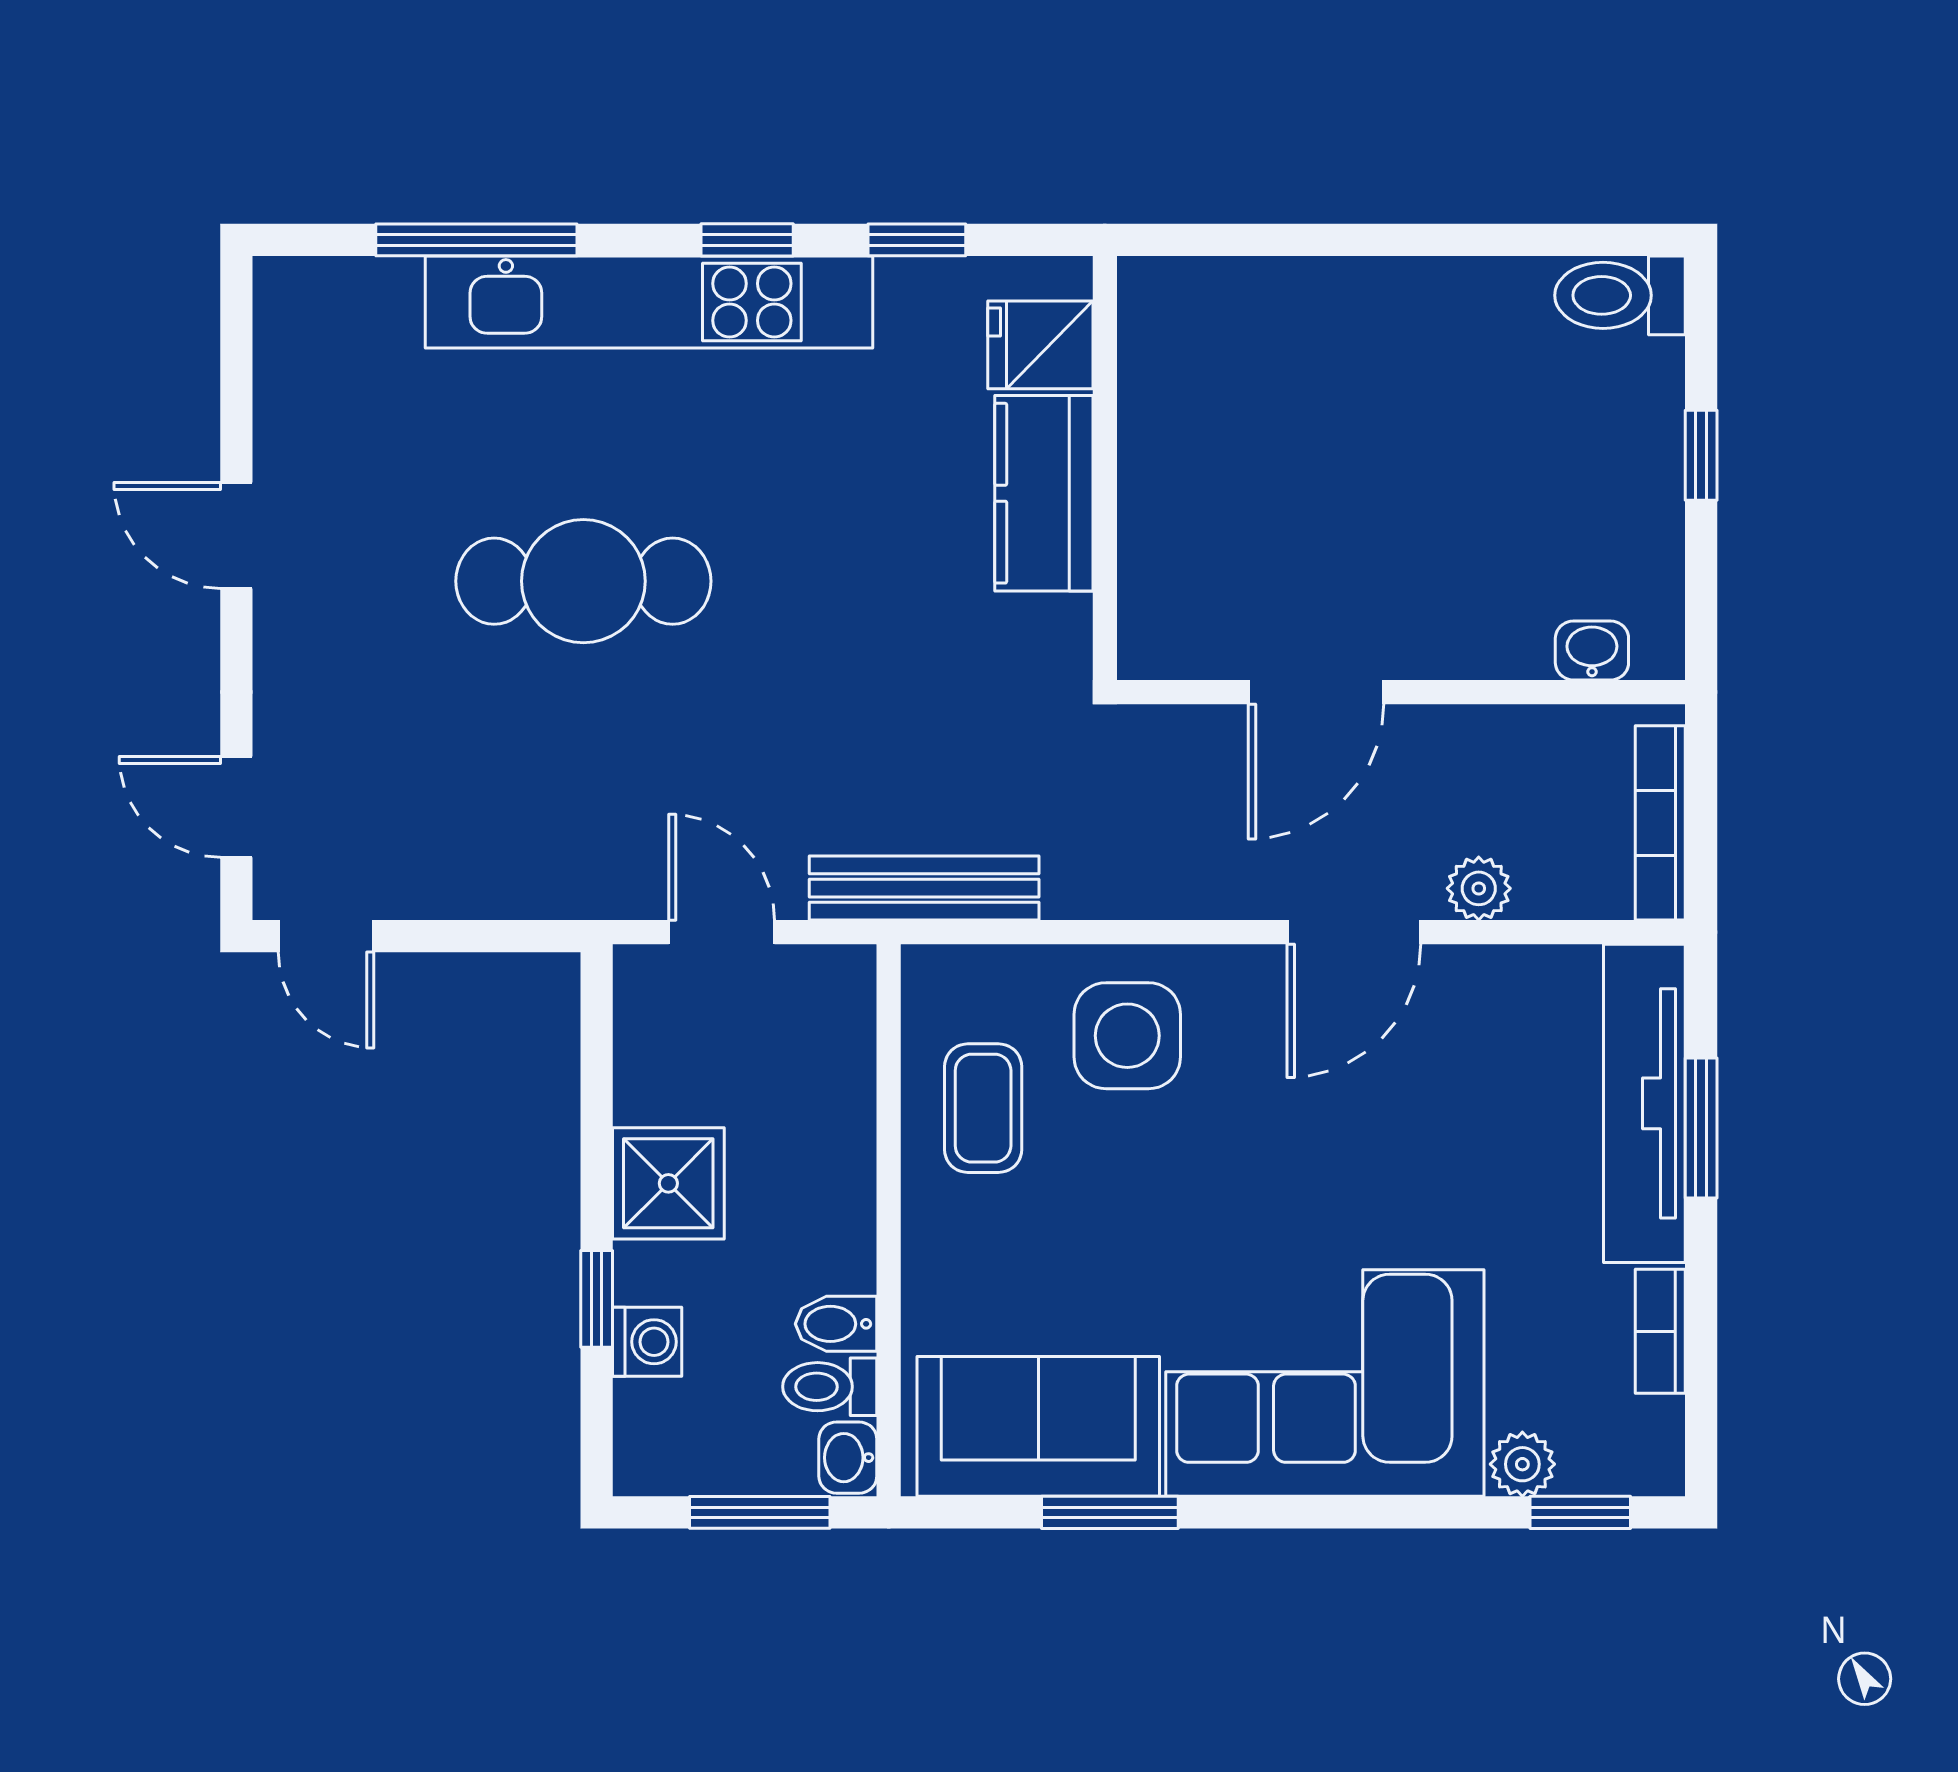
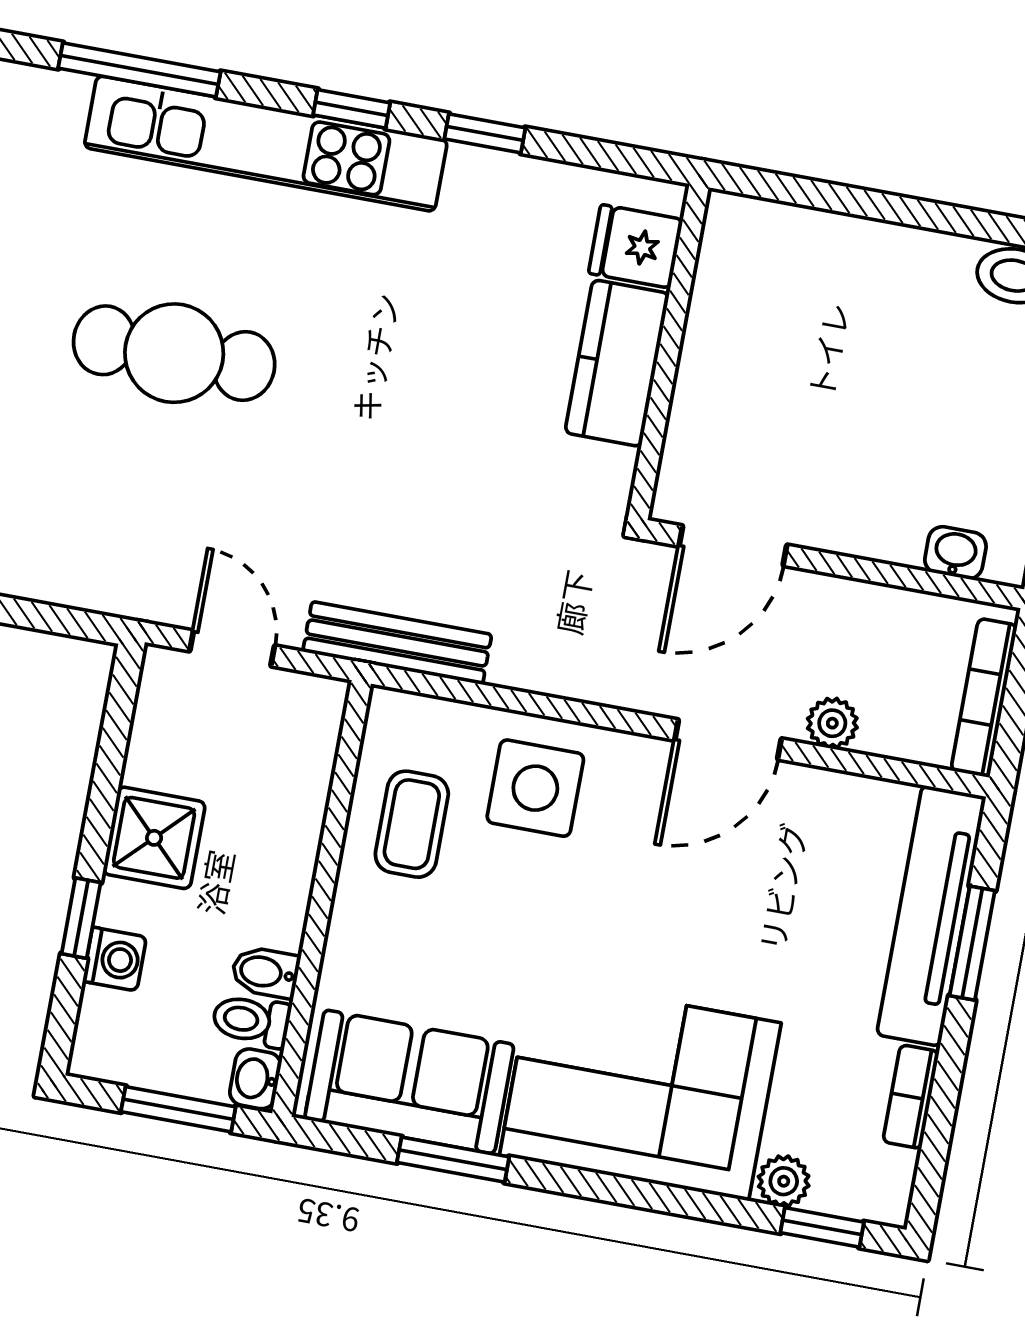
fridge: (1040, 345) -> (636, 246), moved
wall: (1105, 468) -> (669, 352), moved
kitchen counter: (1044, 493) -> (617, 363), moved

